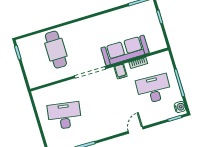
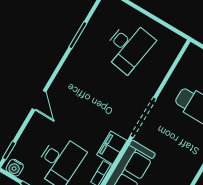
filing cabinet: (121, 71) -> (112, 148), width x2.00

